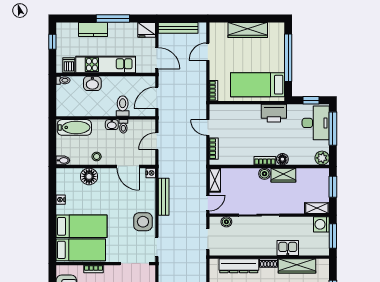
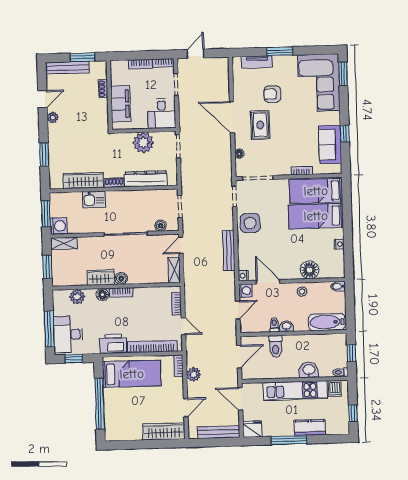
wardrobe: (248, 30) -> (164, 432), moved
plant: (200, 82) -> (194, 375), added
window: (52, 98) -> (351, 353), added
bookcase: (237, 109) -> (152, 347), added
plant: (322, 158) -> (77, 297), moved
washing machine: (149, 159) -> (245, 291), added

